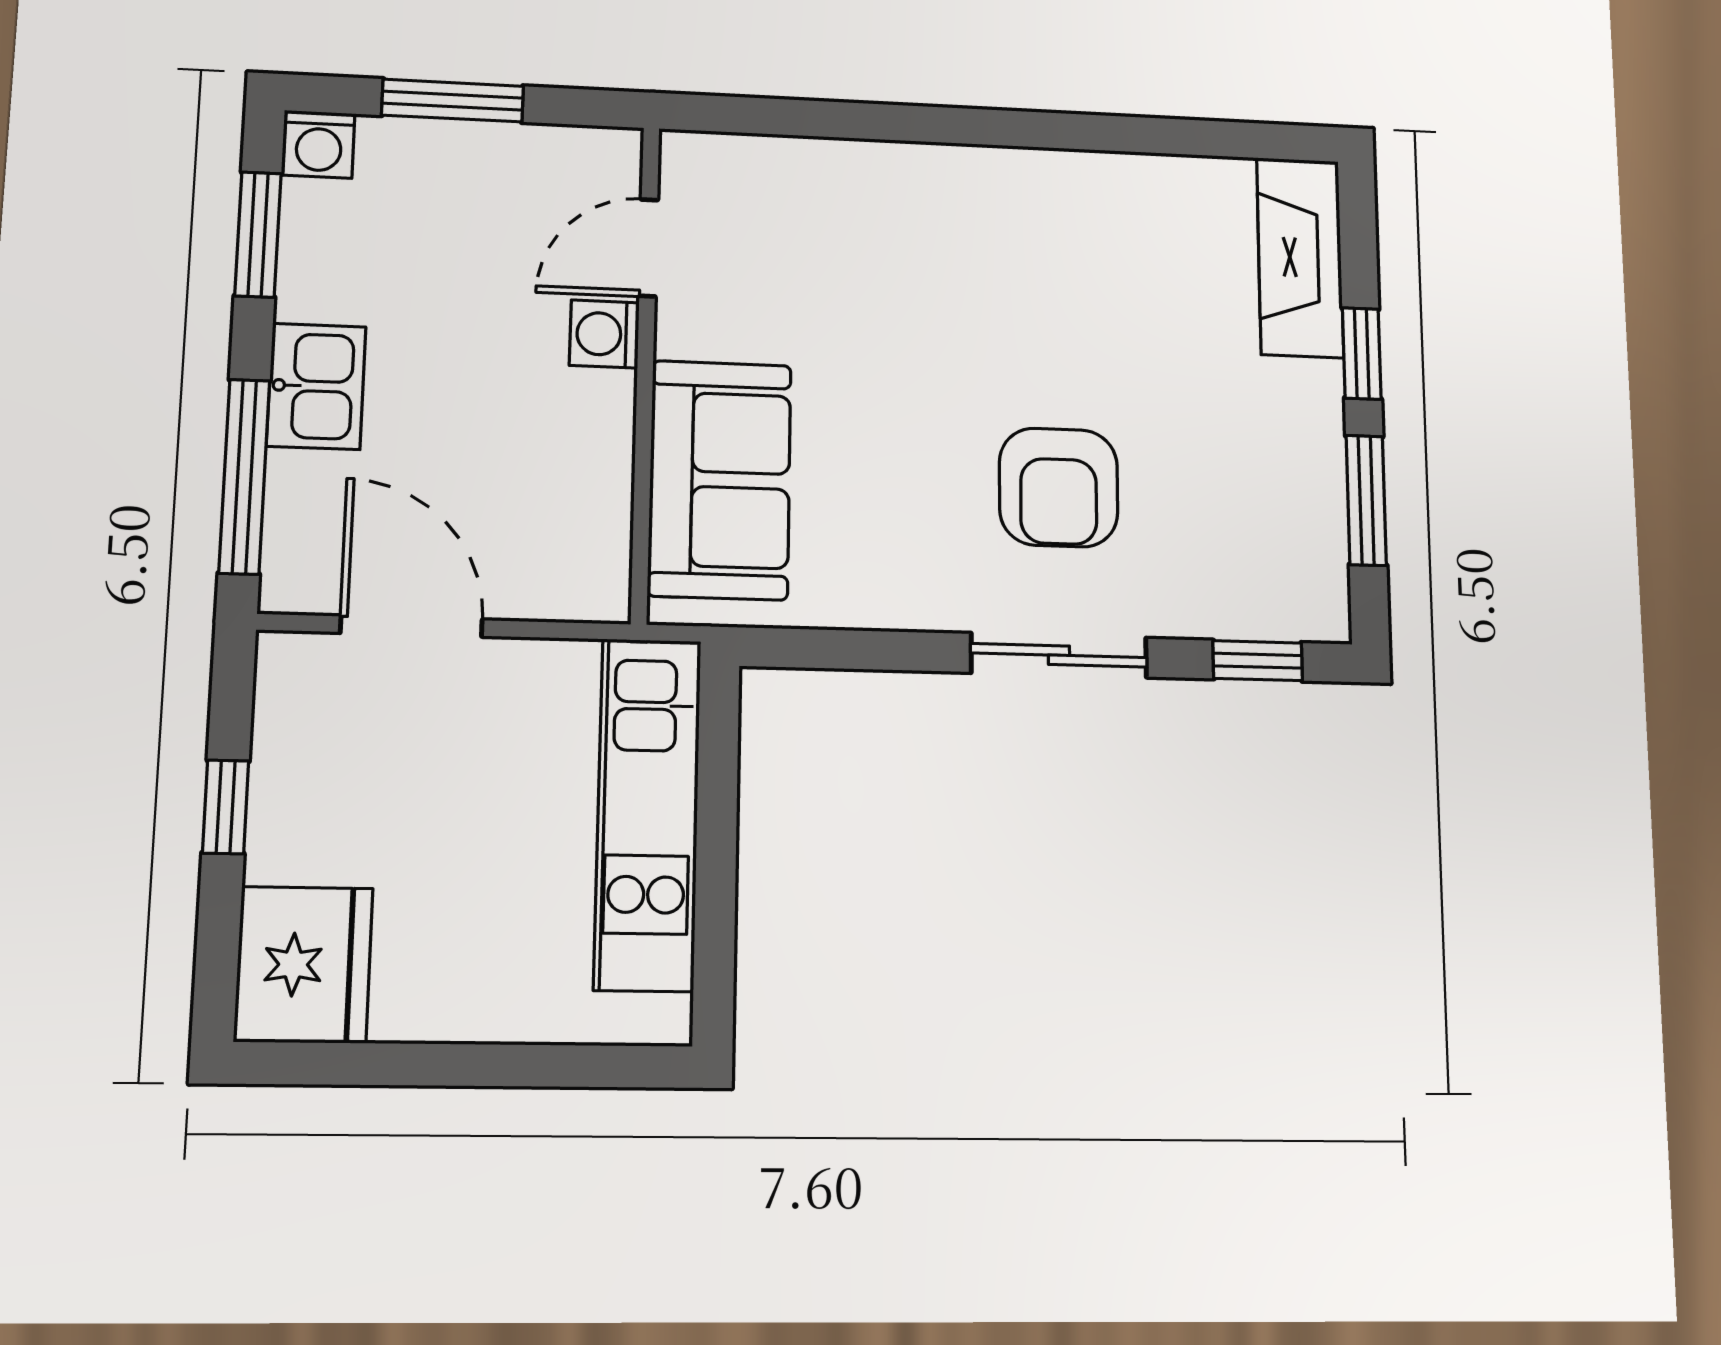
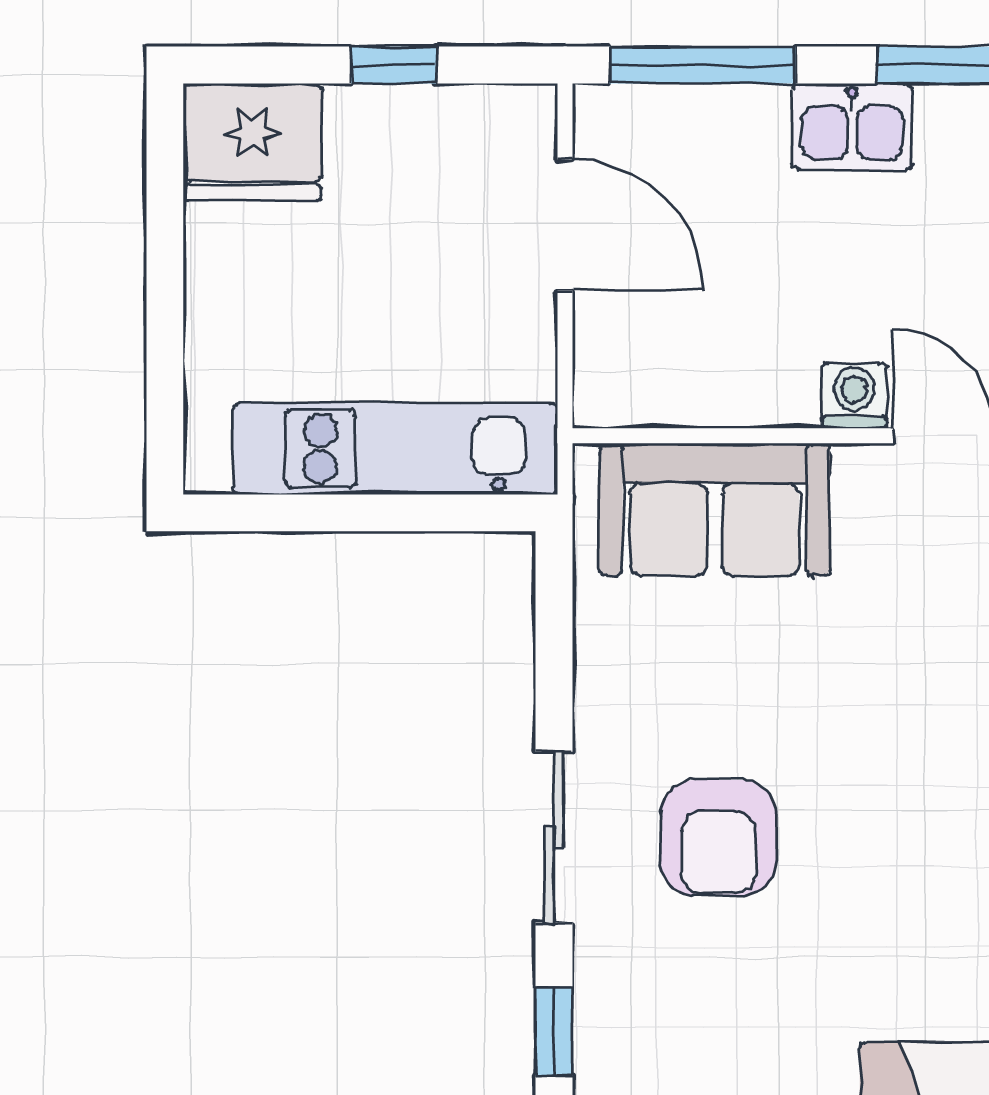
kitchen sink: (316, 386) -> (852, 127), moved
armchair: (1059, 487) -> (719, 838), turned -90
door: (411, 626) -> (565, 225), hinge flipped

